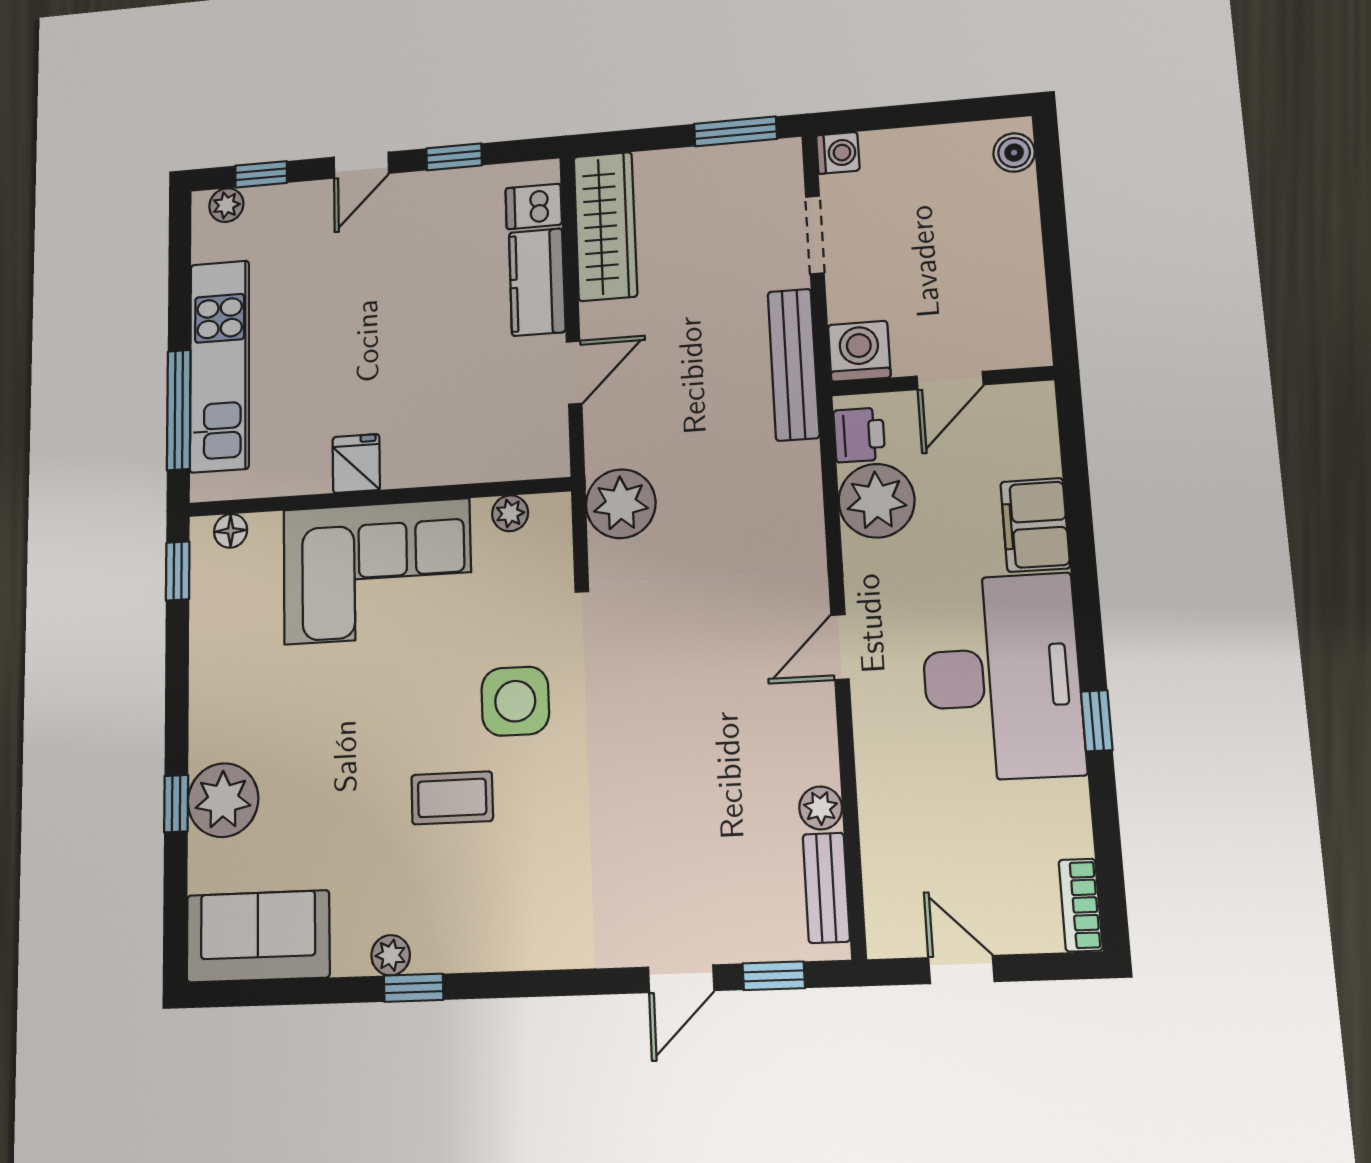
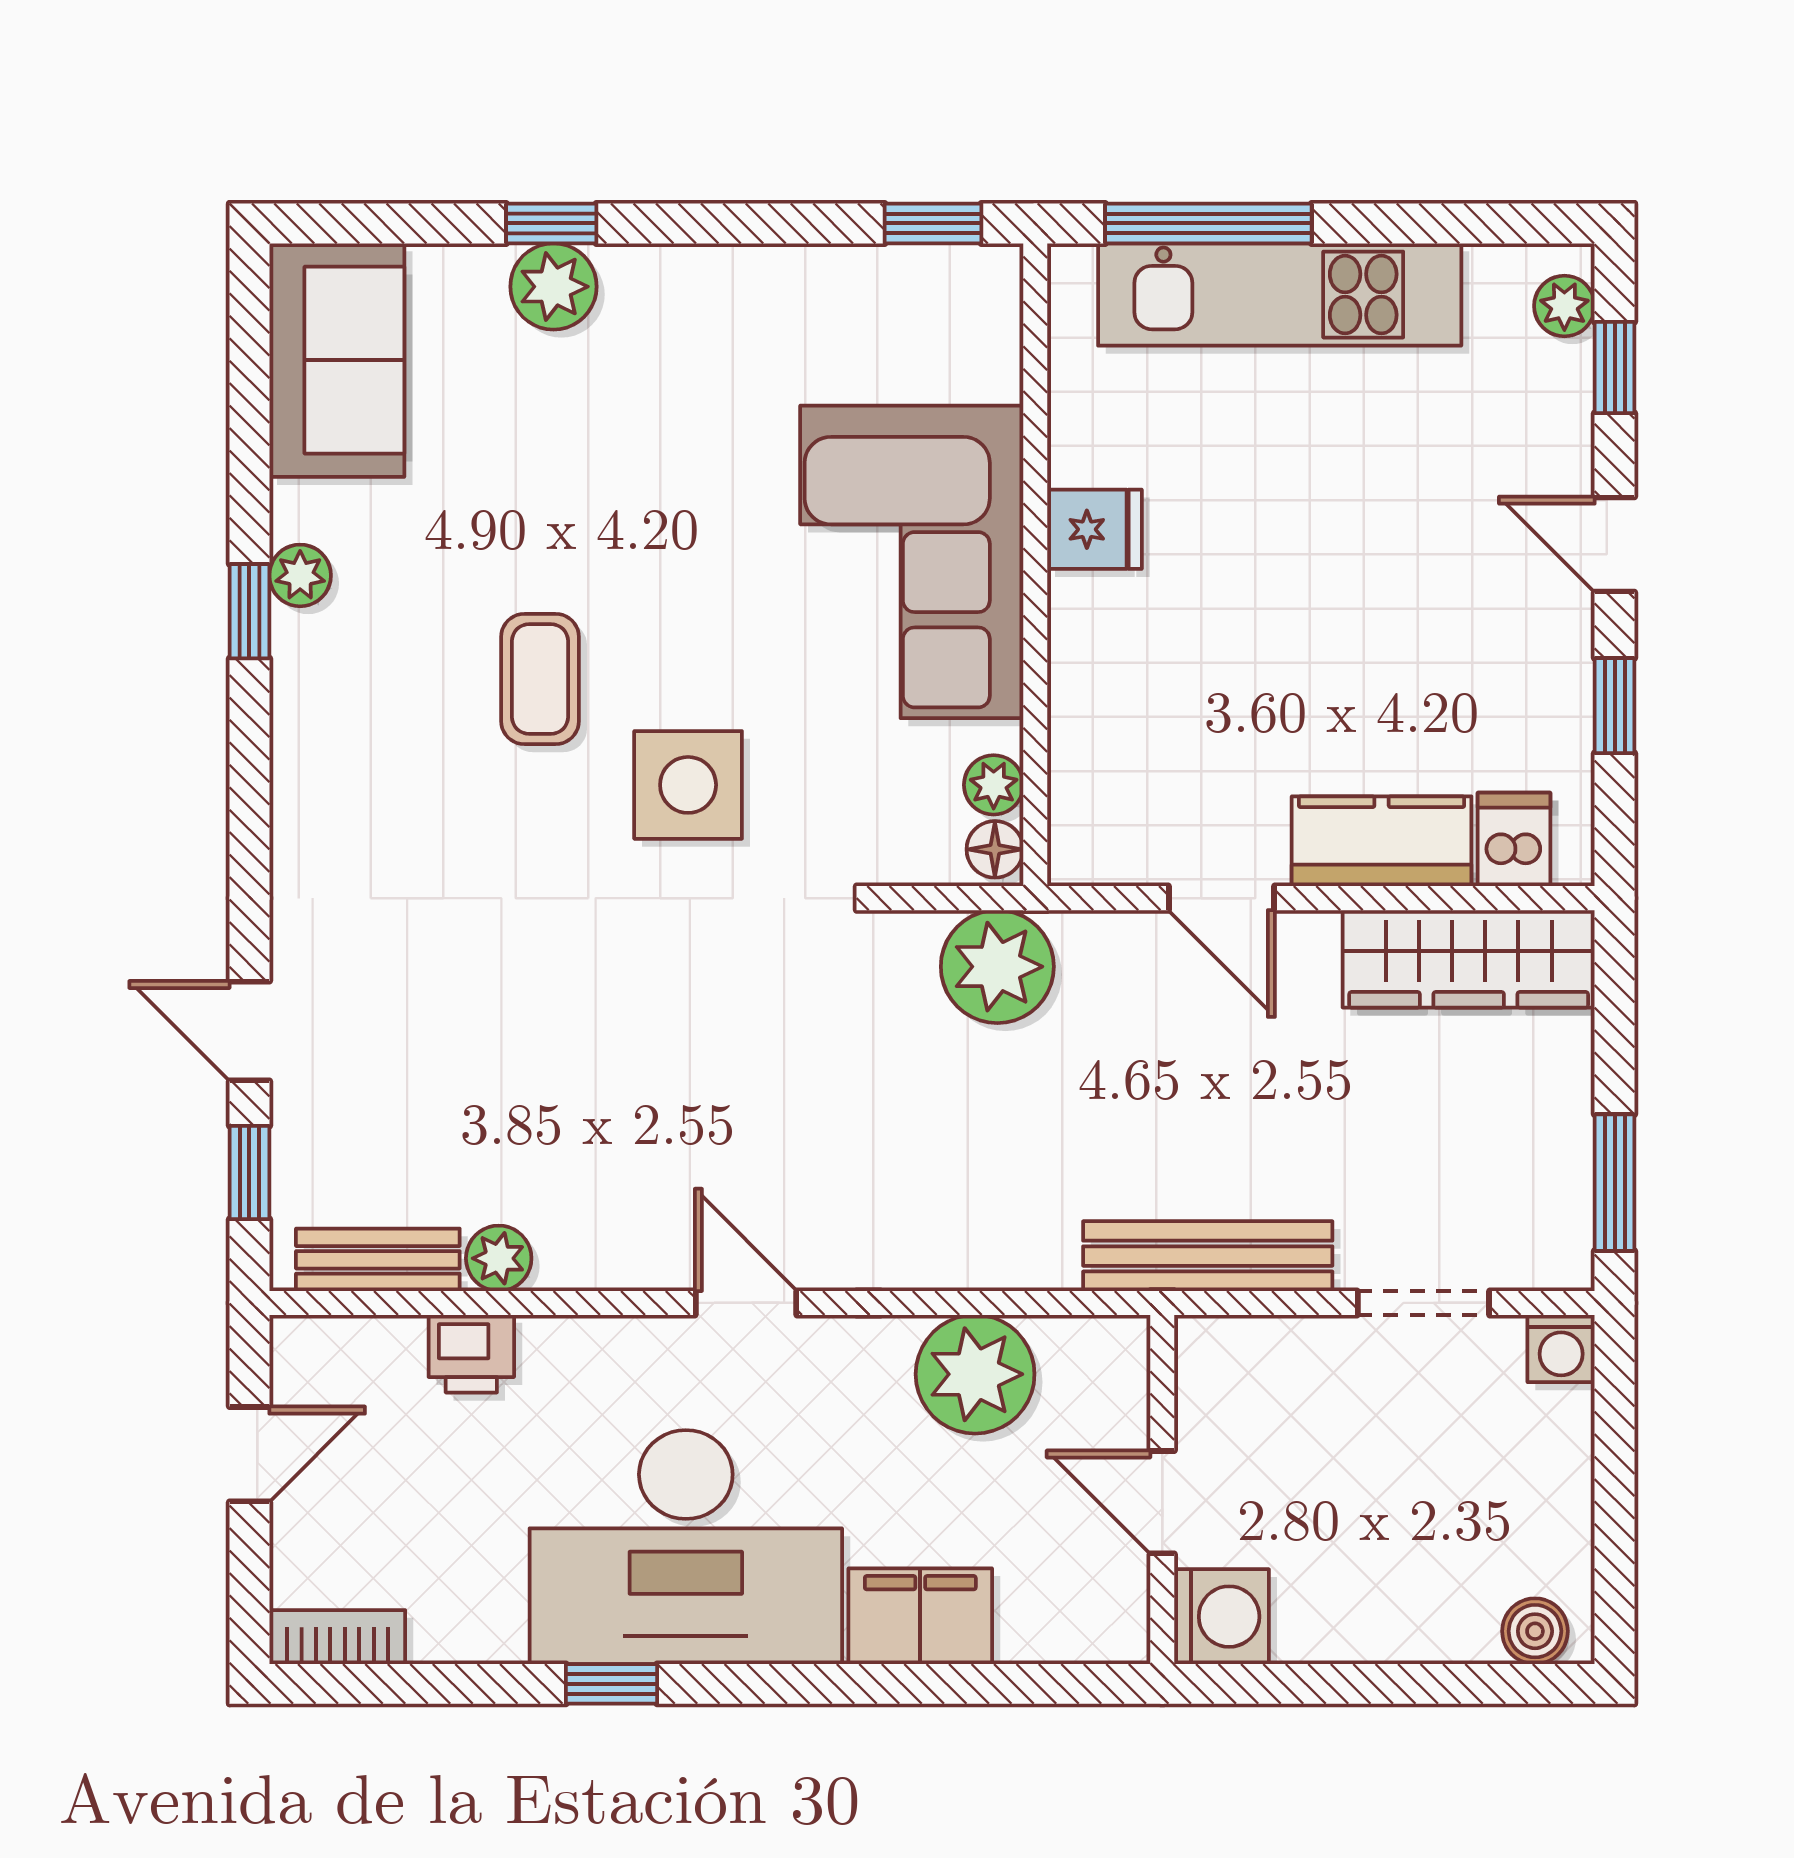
washing machine: (859, 351) -> (1222, 1617), moved
printer: (859, 435) -> (471, 1354), moved
floor lamp: (231, 531) -> (995, 849), moved
plant: (223, 800) -> (553, 287), width x0.73, depth x0.73

